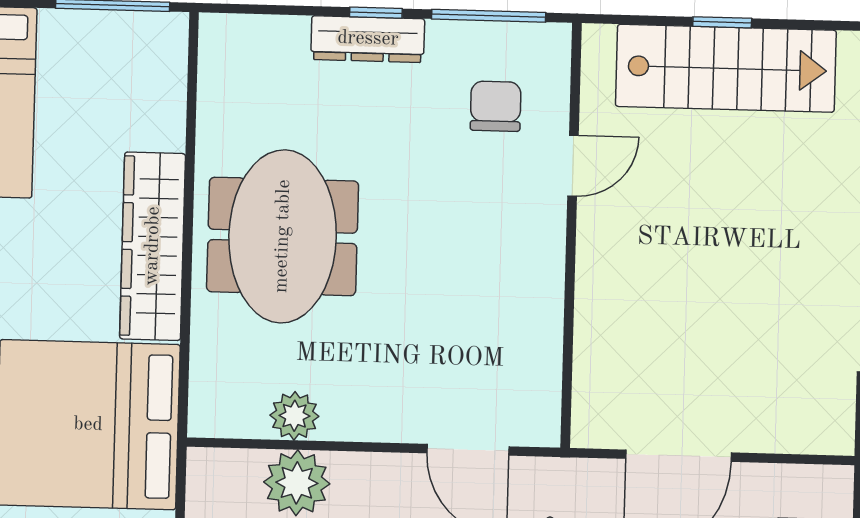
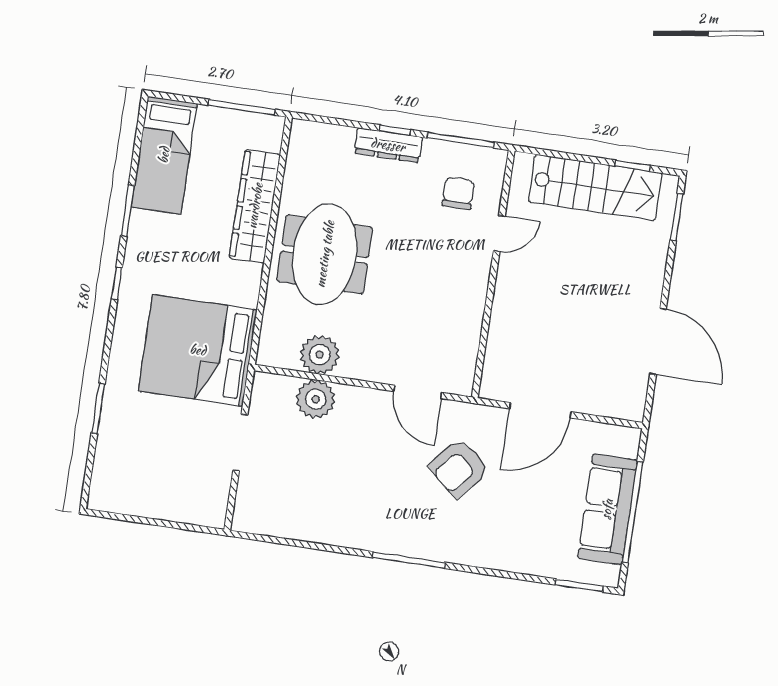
window: (722, 22) -> (633, 166), moved
wardrobe: (153, 246) -> (255, 206), moved
plant: (294, 416) -> (320, 355), width x1.36, depth x1.36

